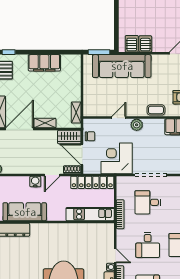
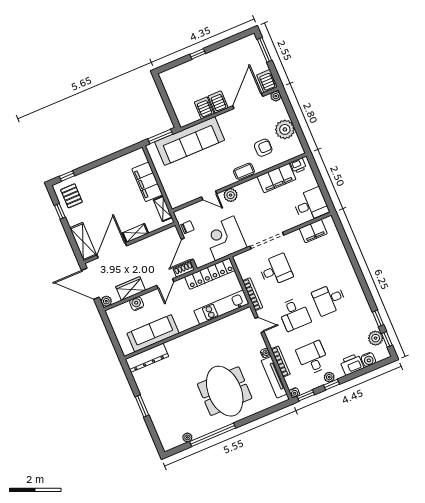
server rack: (132, 44) -> (218, 102), moved
filing cabinet: (44, 63) -> (147, 182), moved, turned 90
door: (119, 118) -> (209, 195), swing flipped
wardrobe: (69, 137) -> (131, 288), moved, turned 180
door: (82, 154) -> (187, 249), hinge flipped
water cooler: (35, 182) -> (137, 304), moved
desk: (148, 202) -> (276, 270), turned 180
door: (115, 256) -> (260, 325), moved

